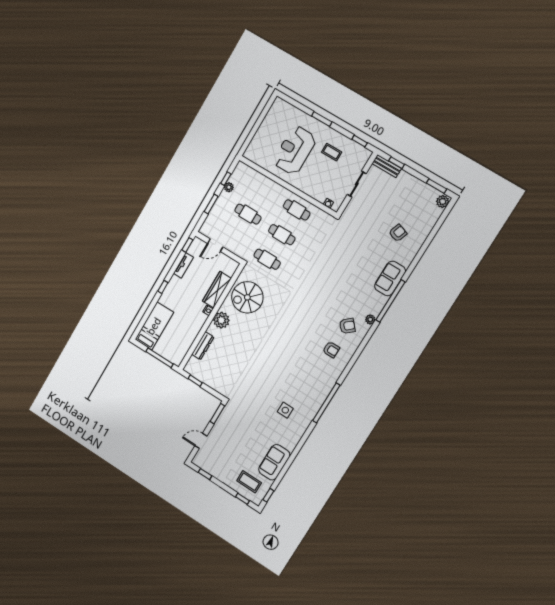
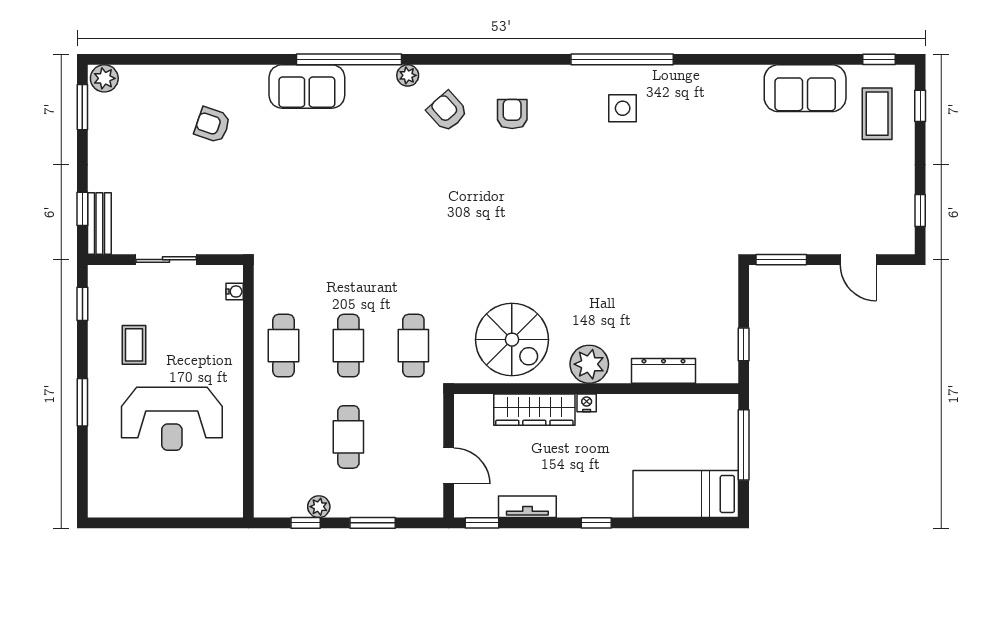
side table: (285, 410) -> (623, 108), moved

